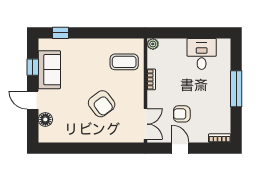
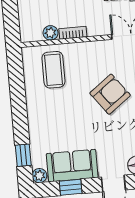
plant: (44, 44) -> (39, 176), added
plant: (153, 44) -> (50, 33), moved

